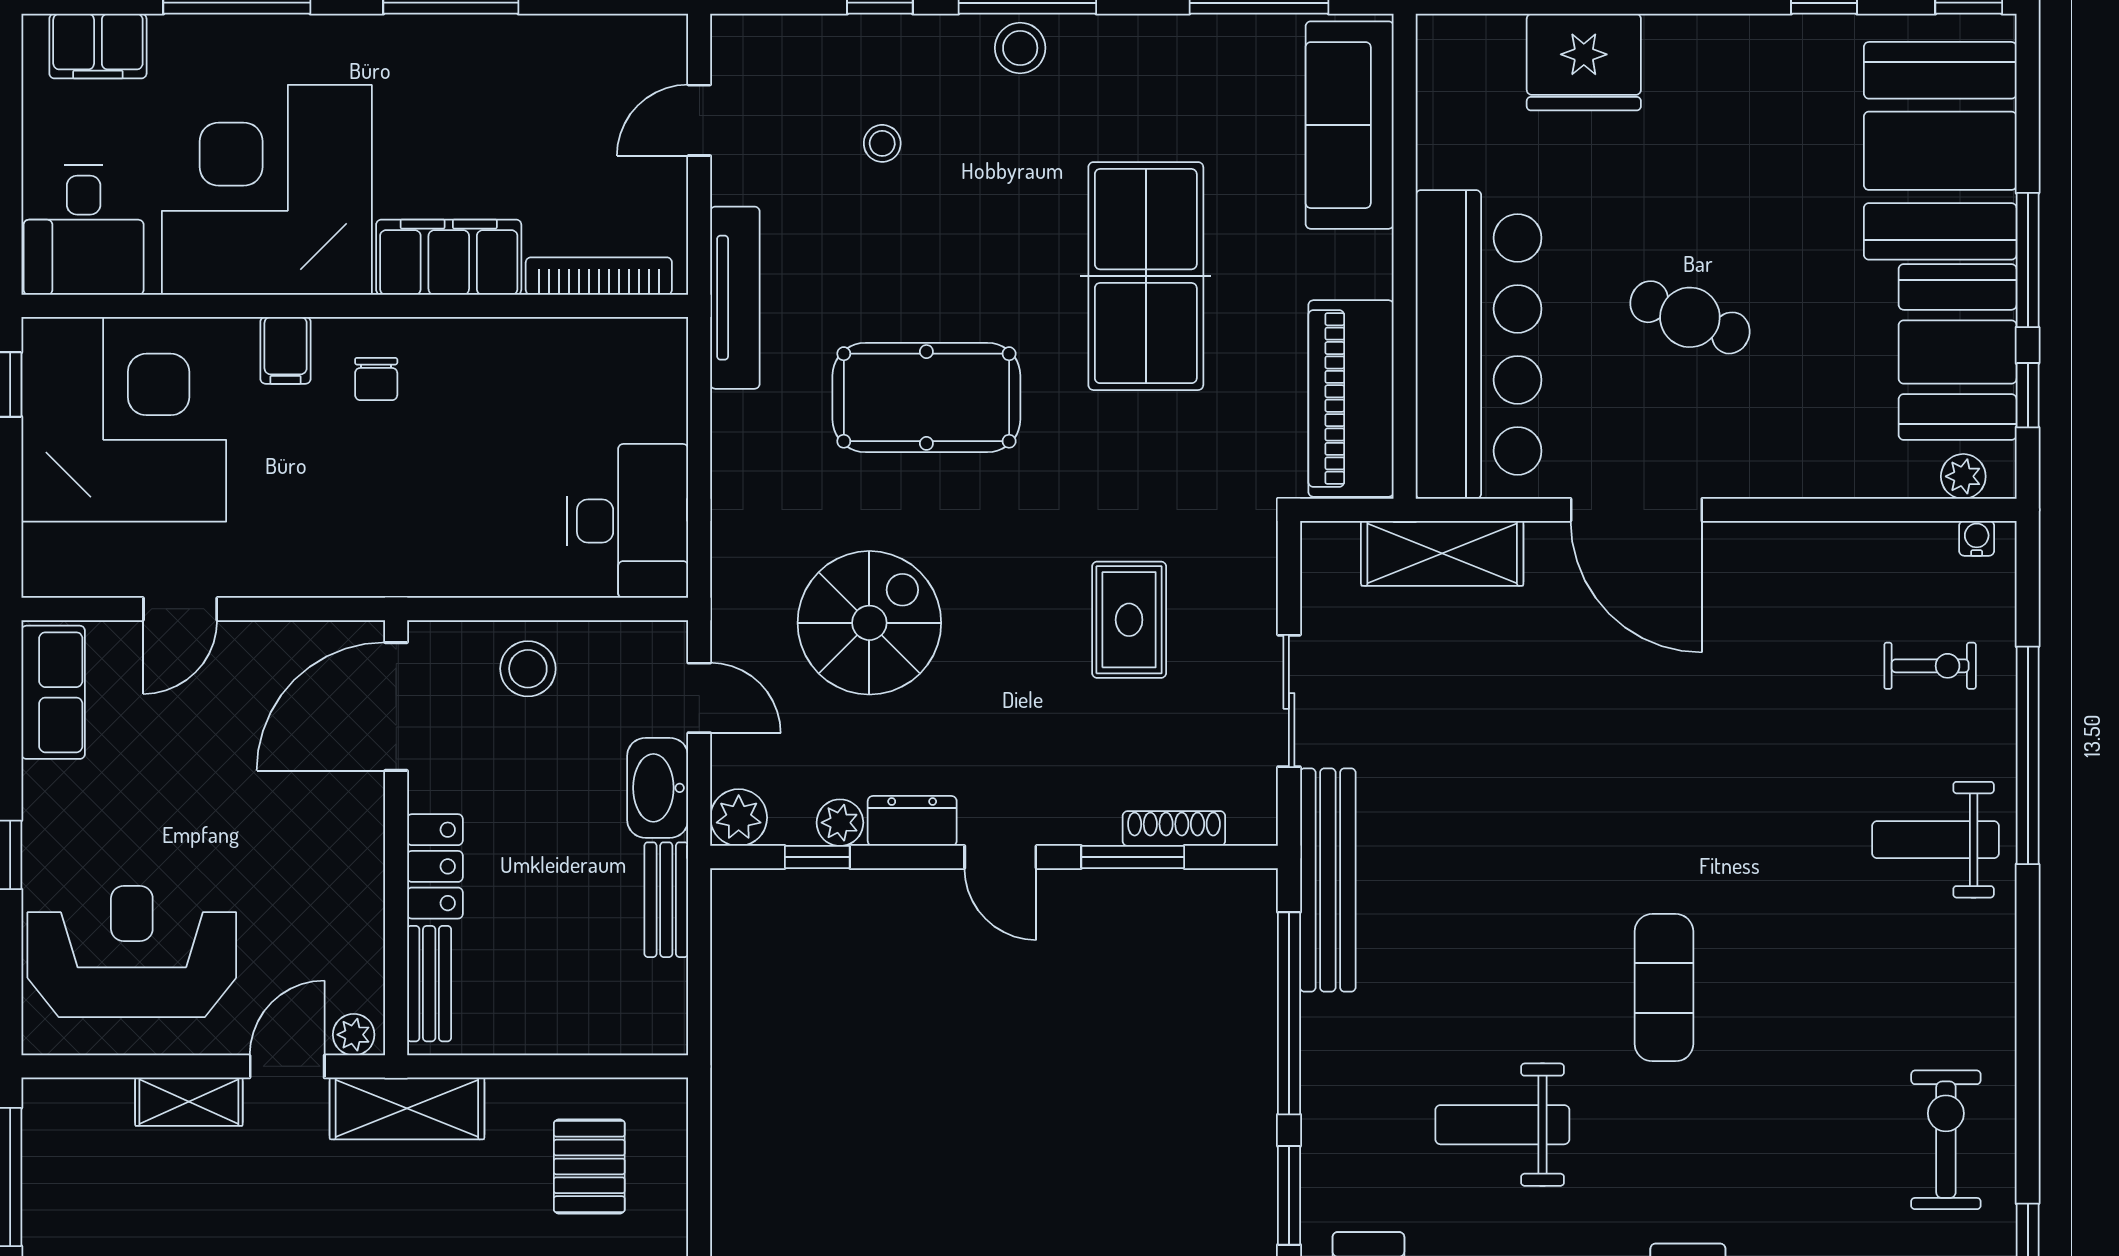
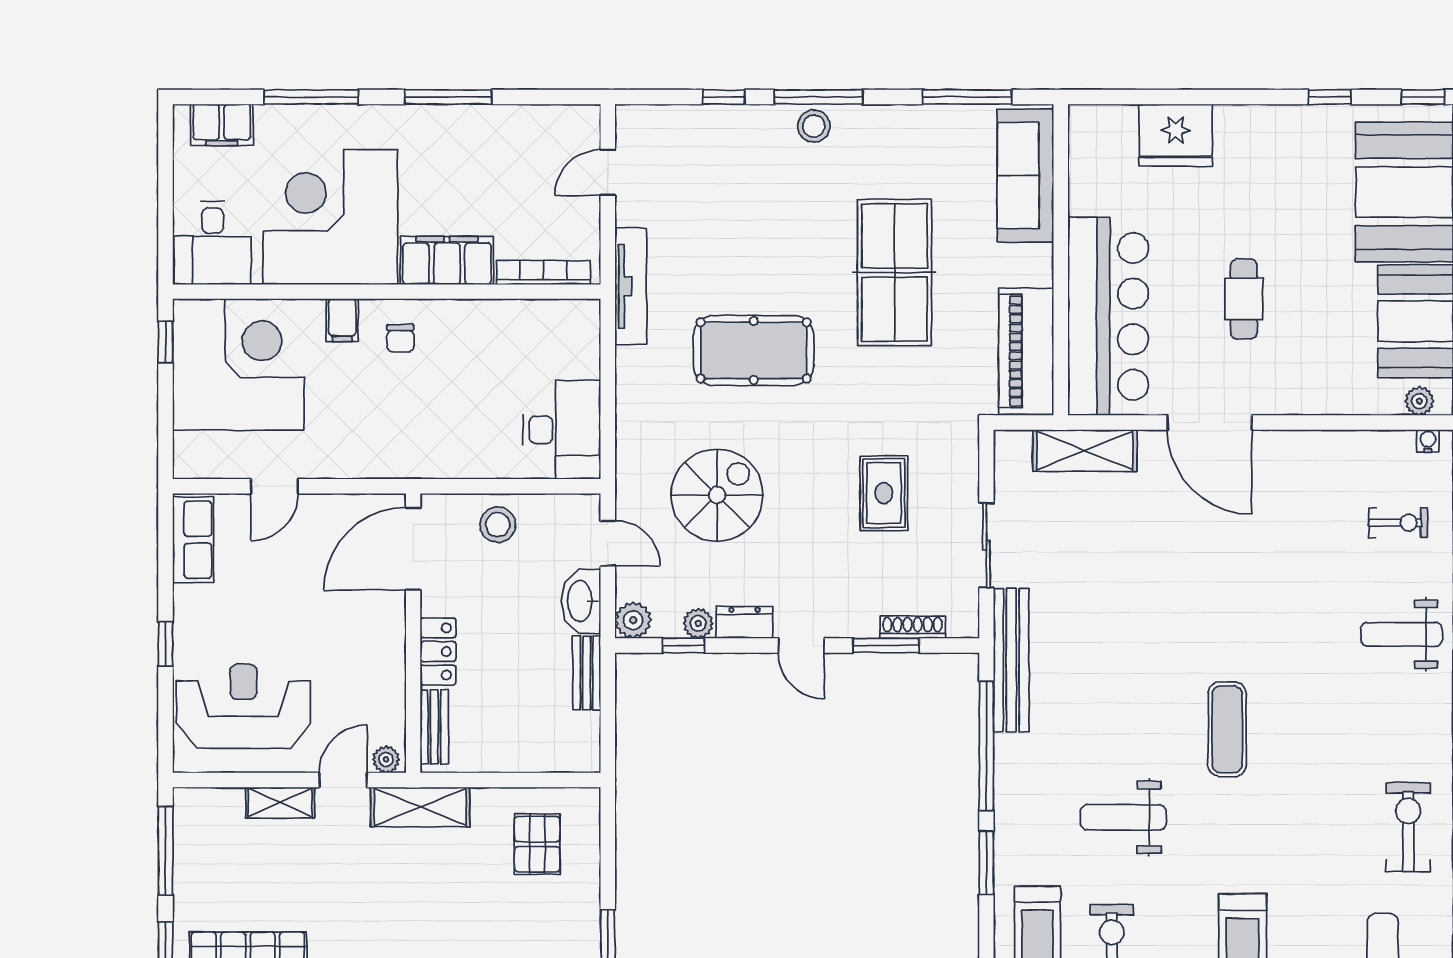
stool: (882, 143) -> (725, 187), removed
cafe table: (1690, 317) -> (1244, 299), turned 69

